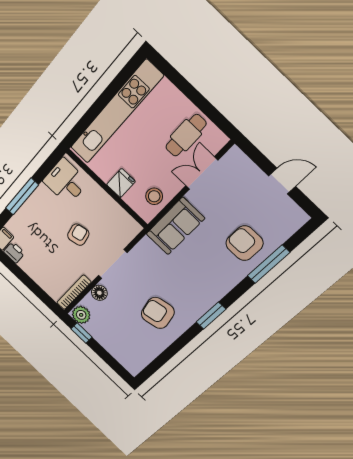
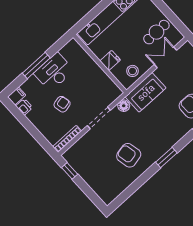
desk: (66, 181) -> (54, 72), moved, width x1.37
armchair: (78, 235) -> (62, 104), moved
floor lamp: (99, 293) -> (124, 106), moved
plant: (81, 315) -> (71, 156), removed

